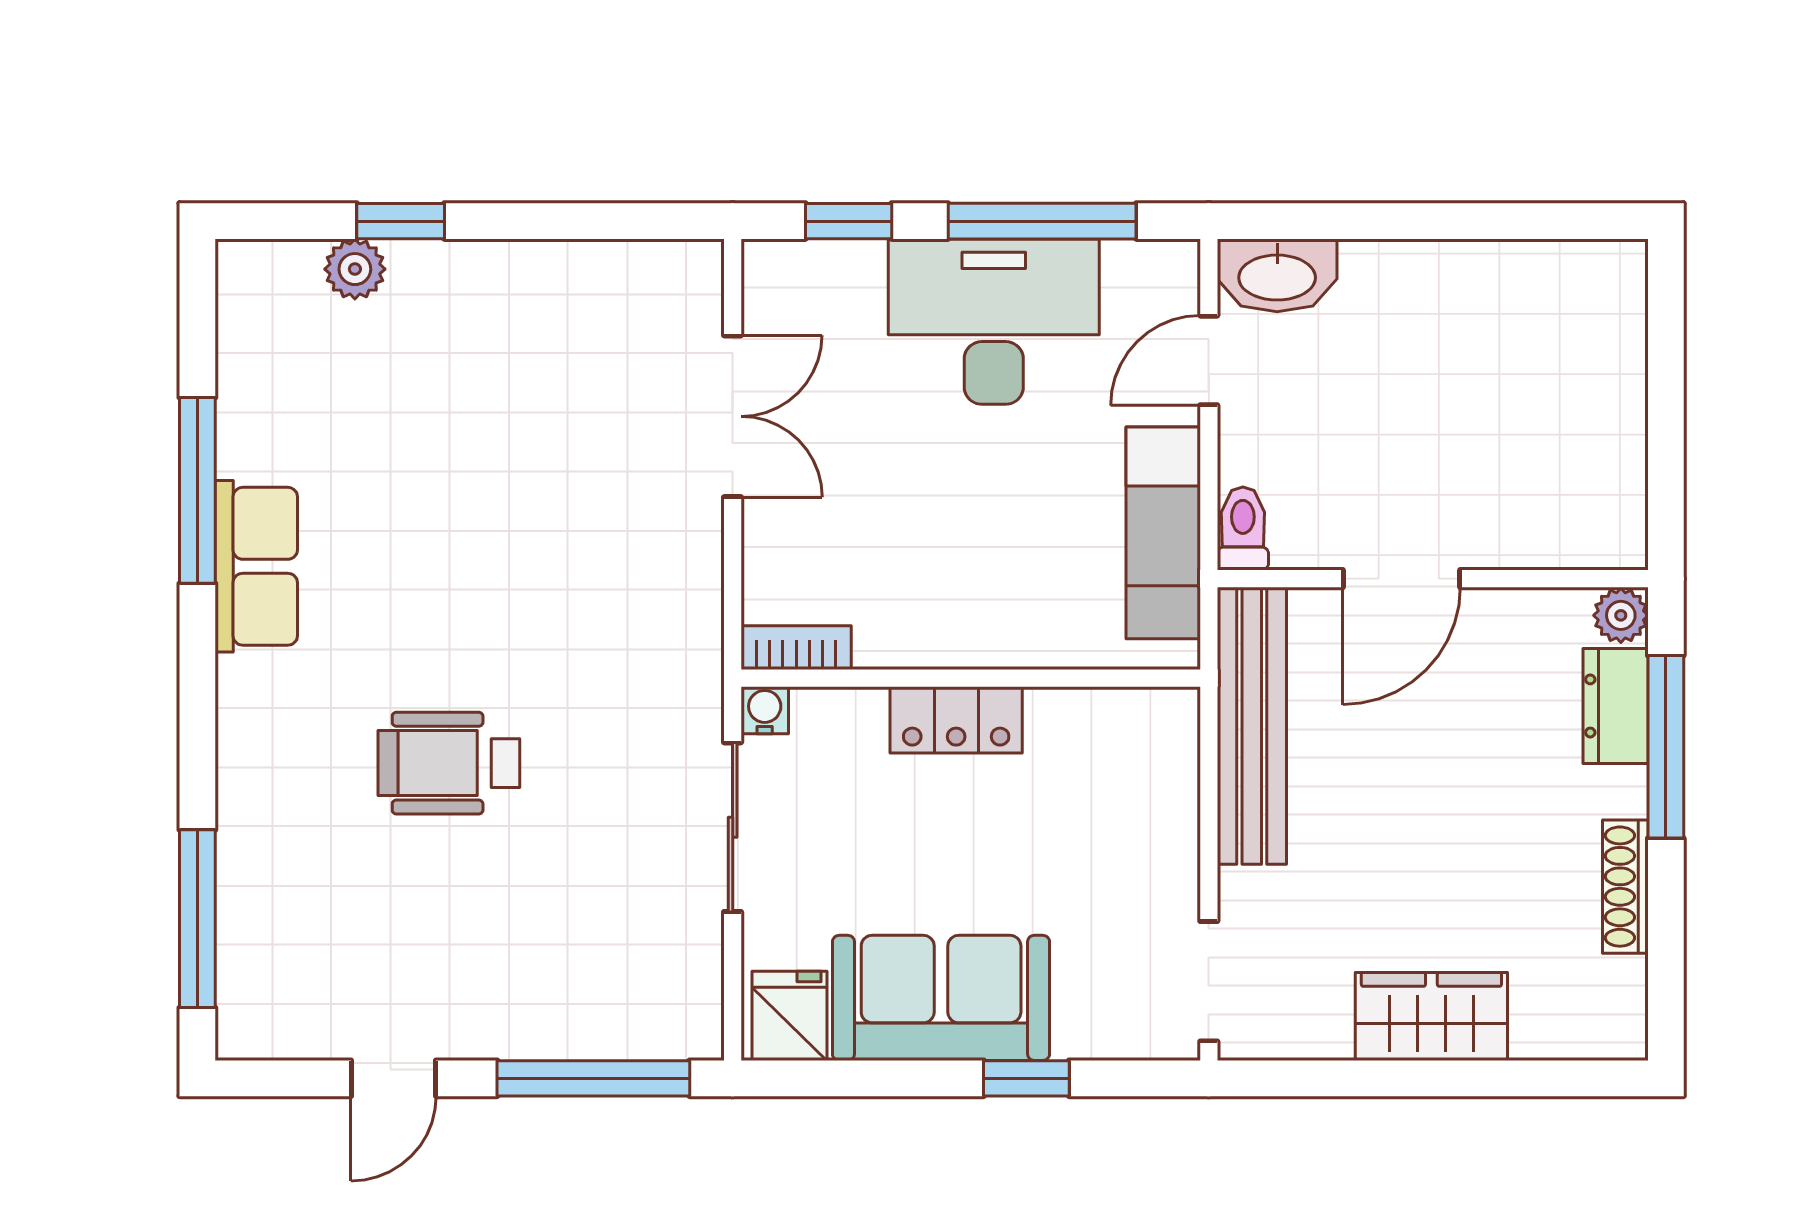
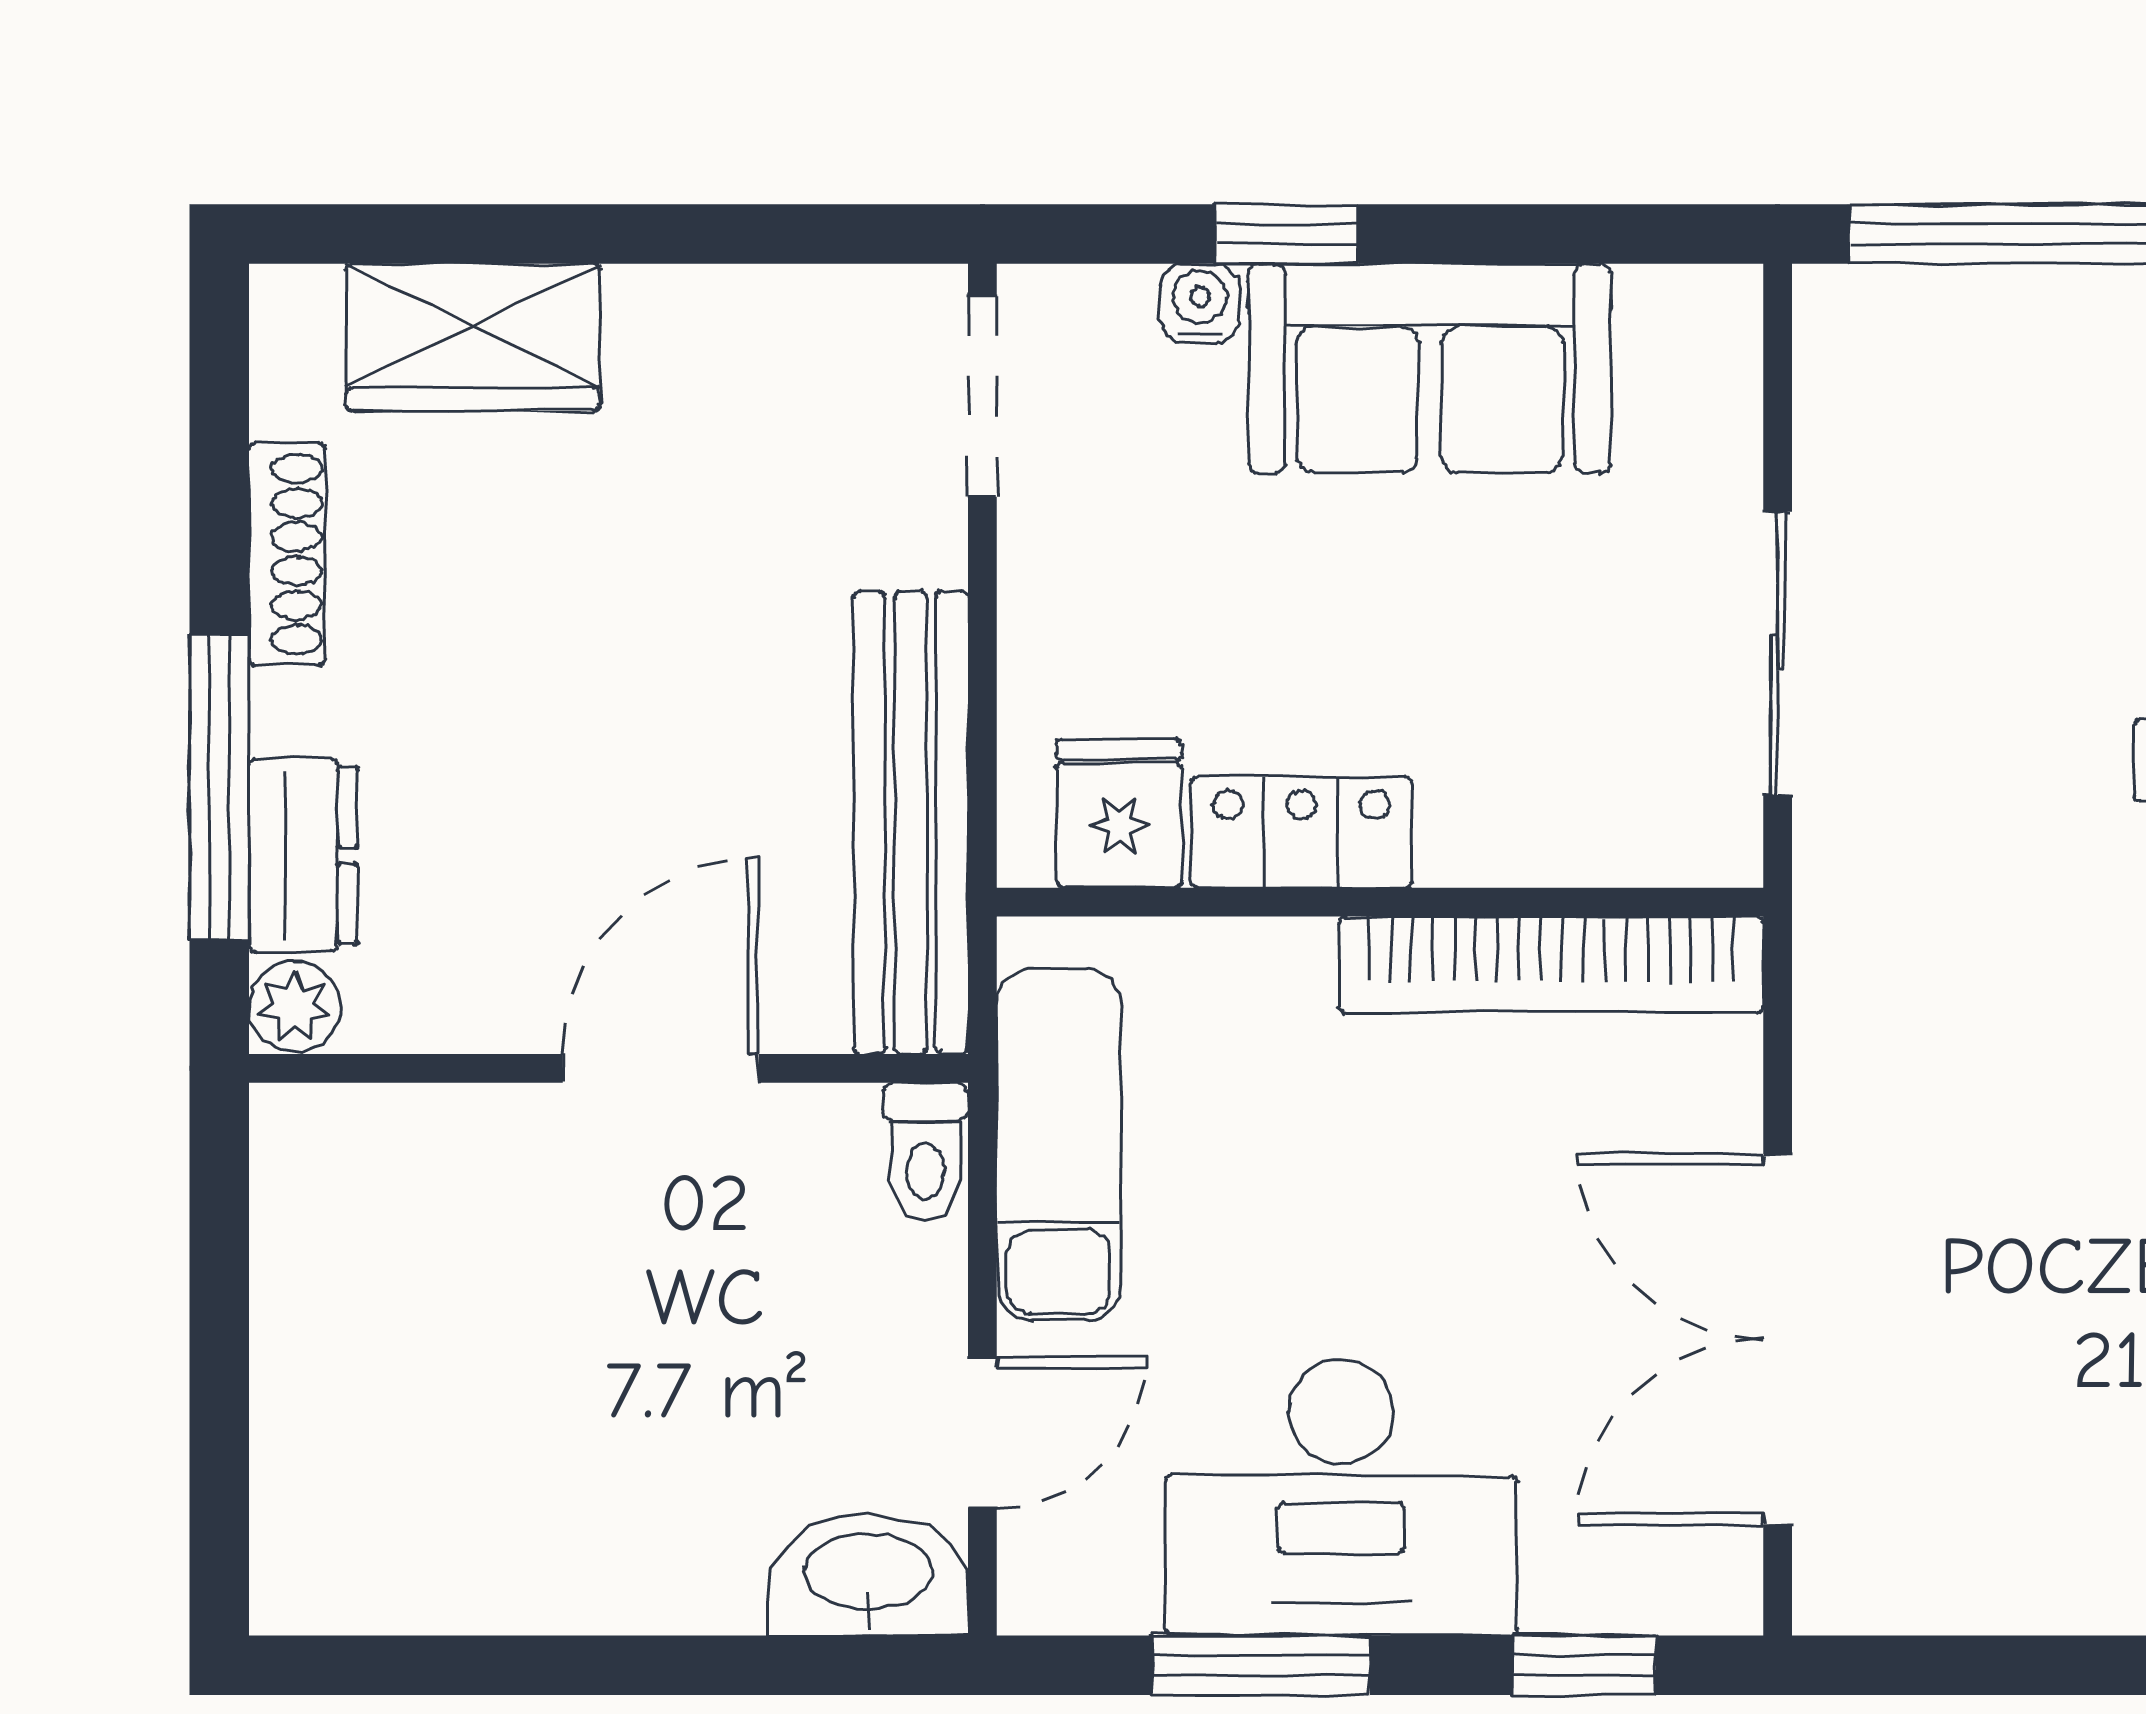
window: (1042, 221) -> (1261, 1665), width x0.69
double door: (733, 416) -> (1778, 1339), width x1.37
bookcase: (796, 648) -> (1551, 965), width x2.31, depth x1.31
water cooler: (765, 710) -> (1200, 303), moved, turned 180
locker: (956, 720) -> (1301, 832), moved
fridge: (790, 1016) -> (1119, 813), moved, turned 180
wardrobe: (1431, 1016) -> (473, 337), moved

